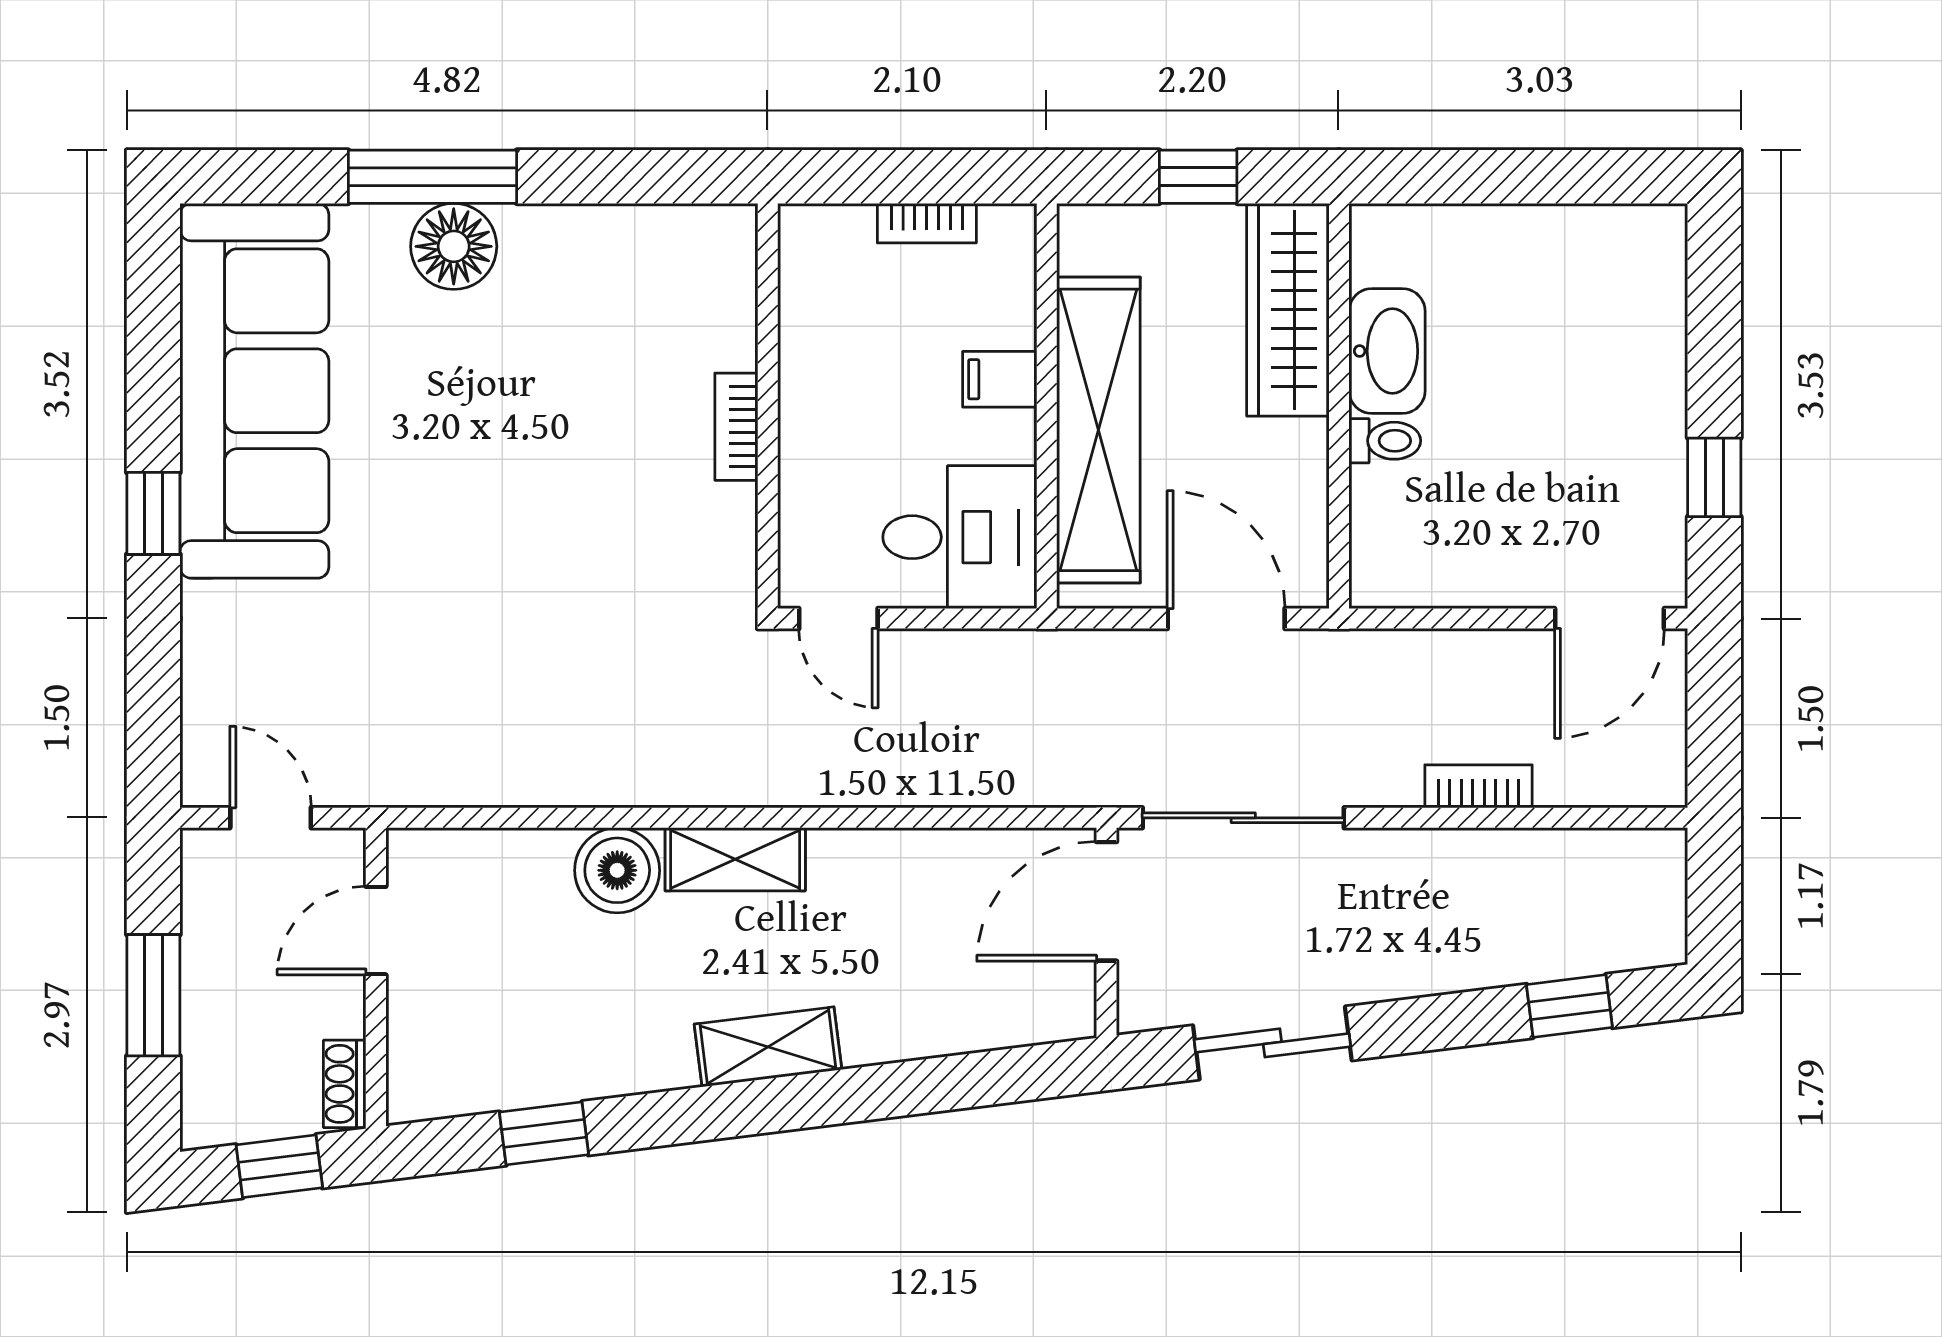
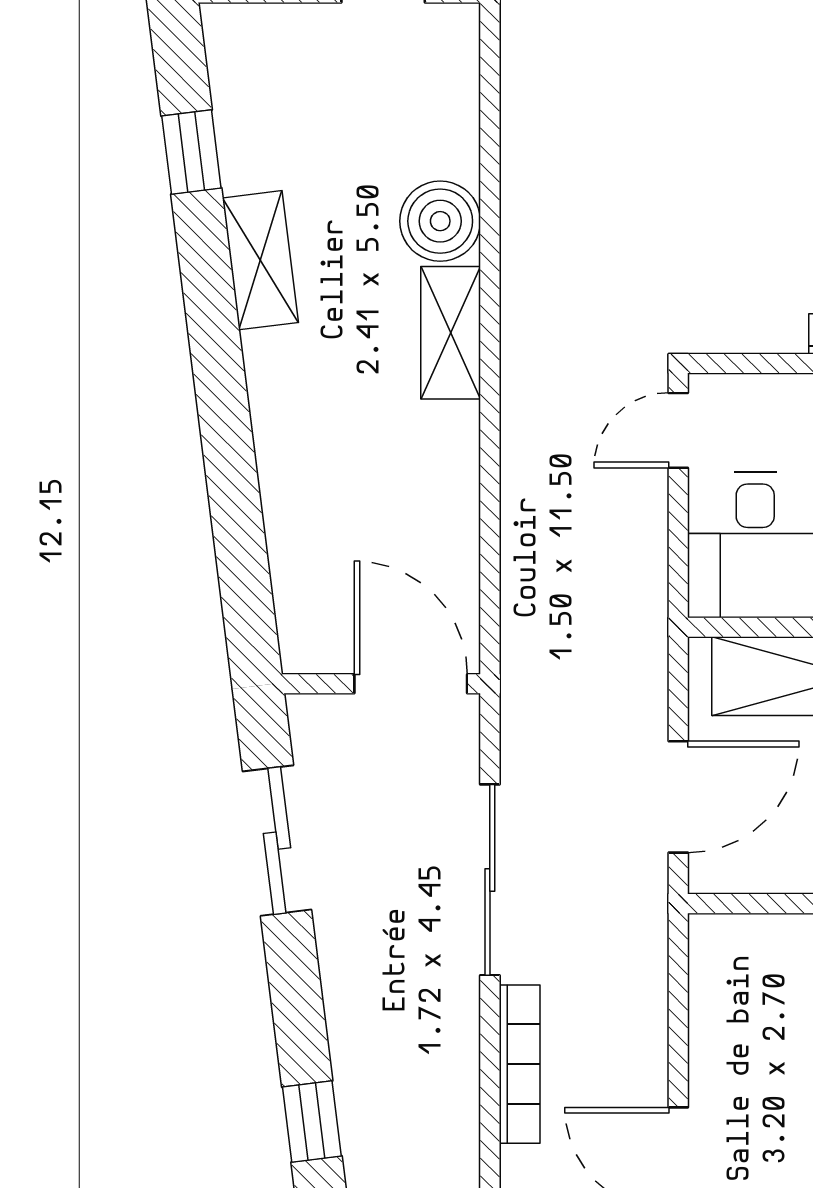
bookcase: (1478, 786) -> (520, 1064), width x1.56
sliding door: (1243, 818) -> (490, 880), moved
shelving: (768, 1047) -> (260, 260), moved

